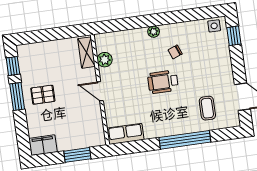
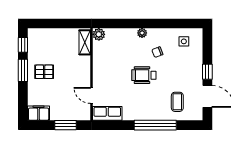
side table: (214, 26) -> (184, 41), moved
window: (234, 36) -> (207, 72), moved
plant: (105, 60) -> (99, 34), moved
door: (100, 91) -> (92, 95), moved

